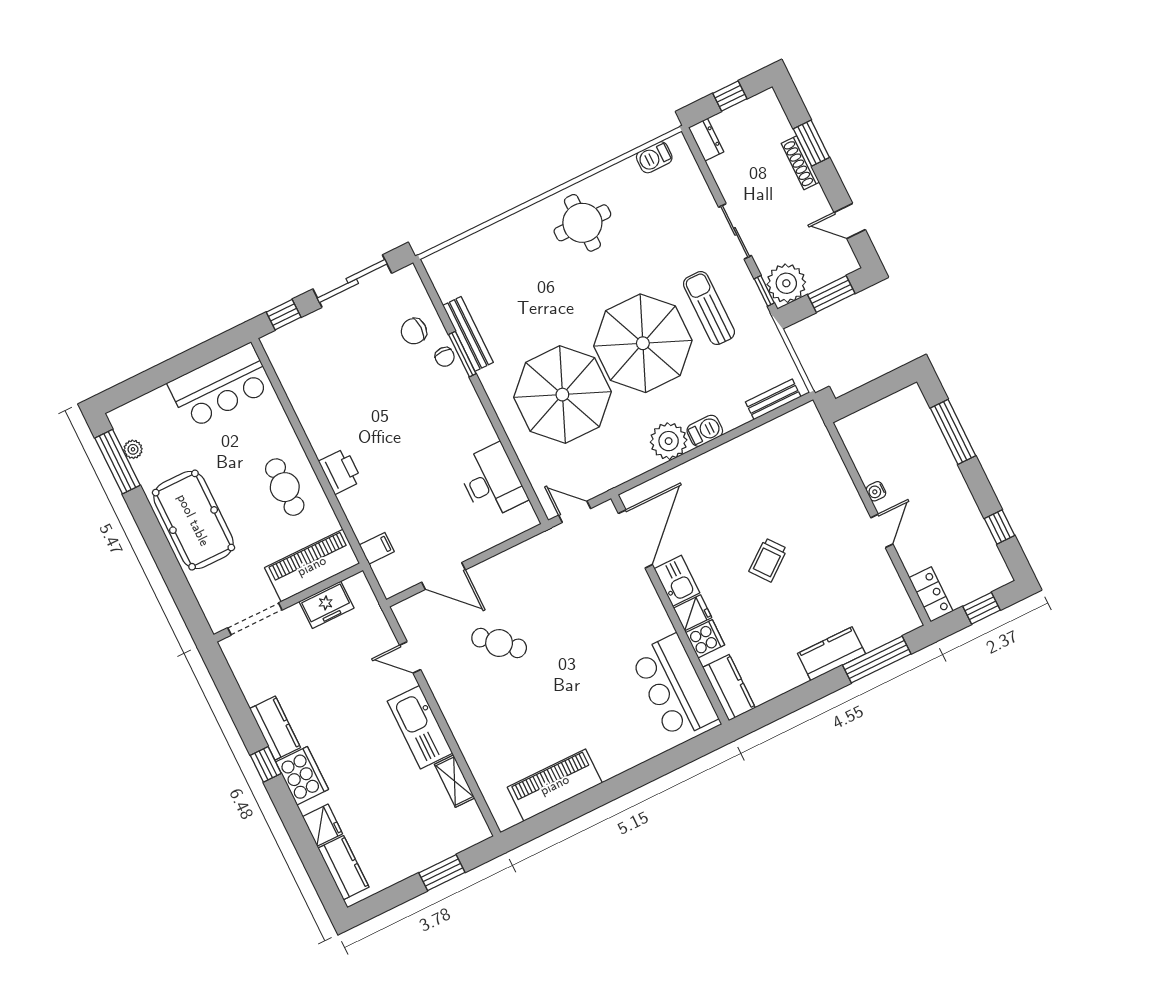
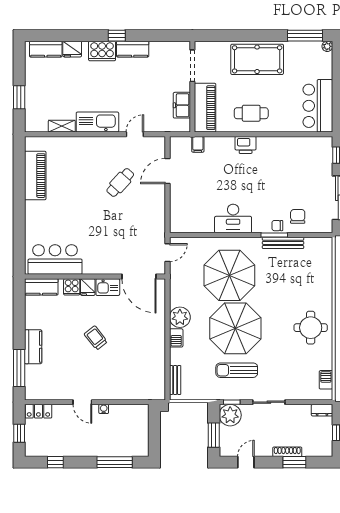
sun lounger: (709, 308) -> (237, 370), turned 180
plant: (133, 449) -> (327, 46), moved
desk: (492, 482) -> (233, 219), moved

